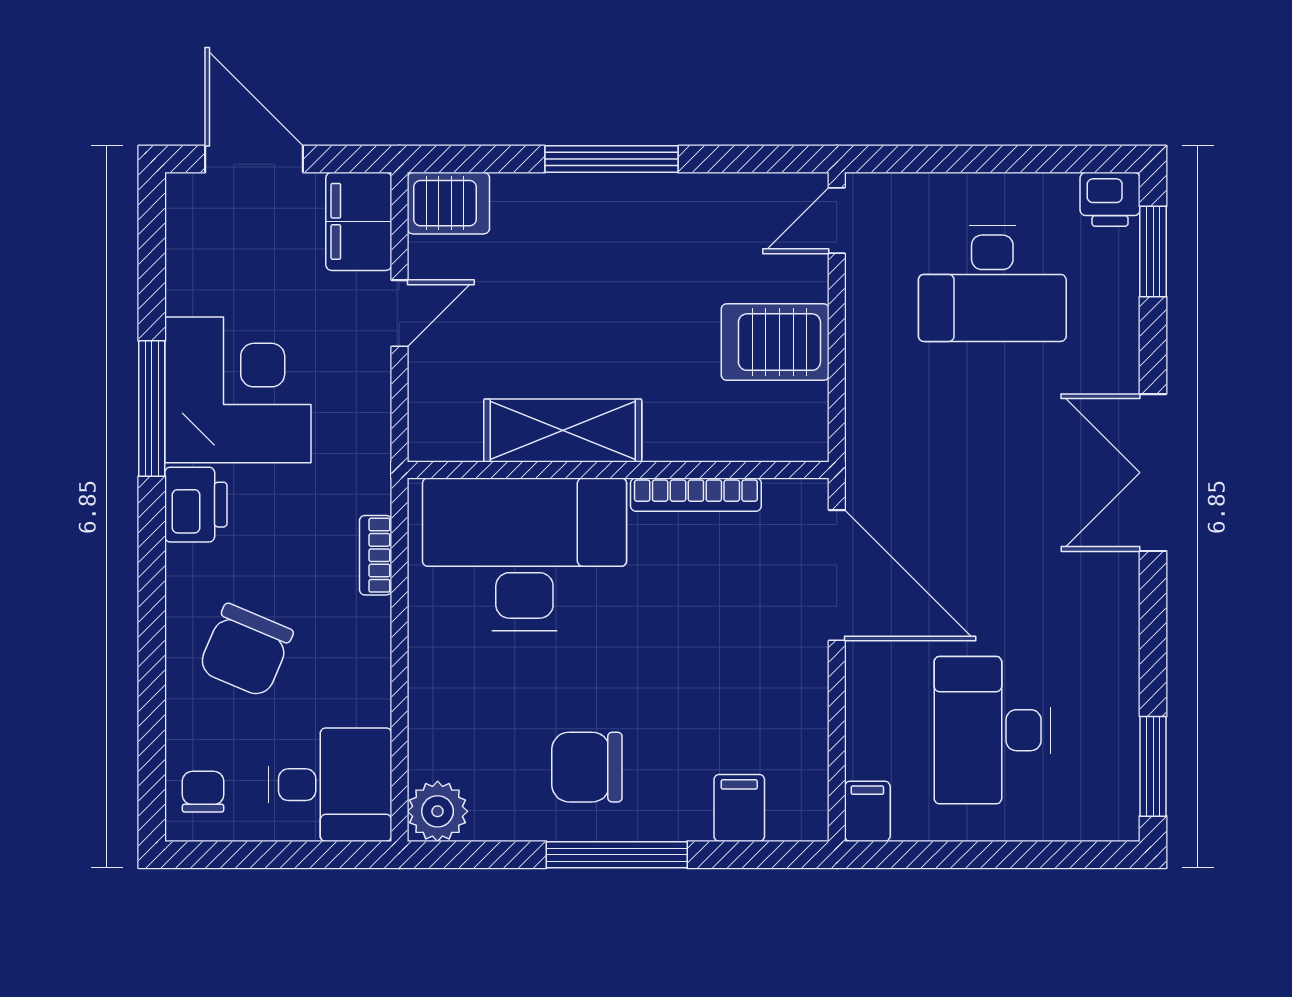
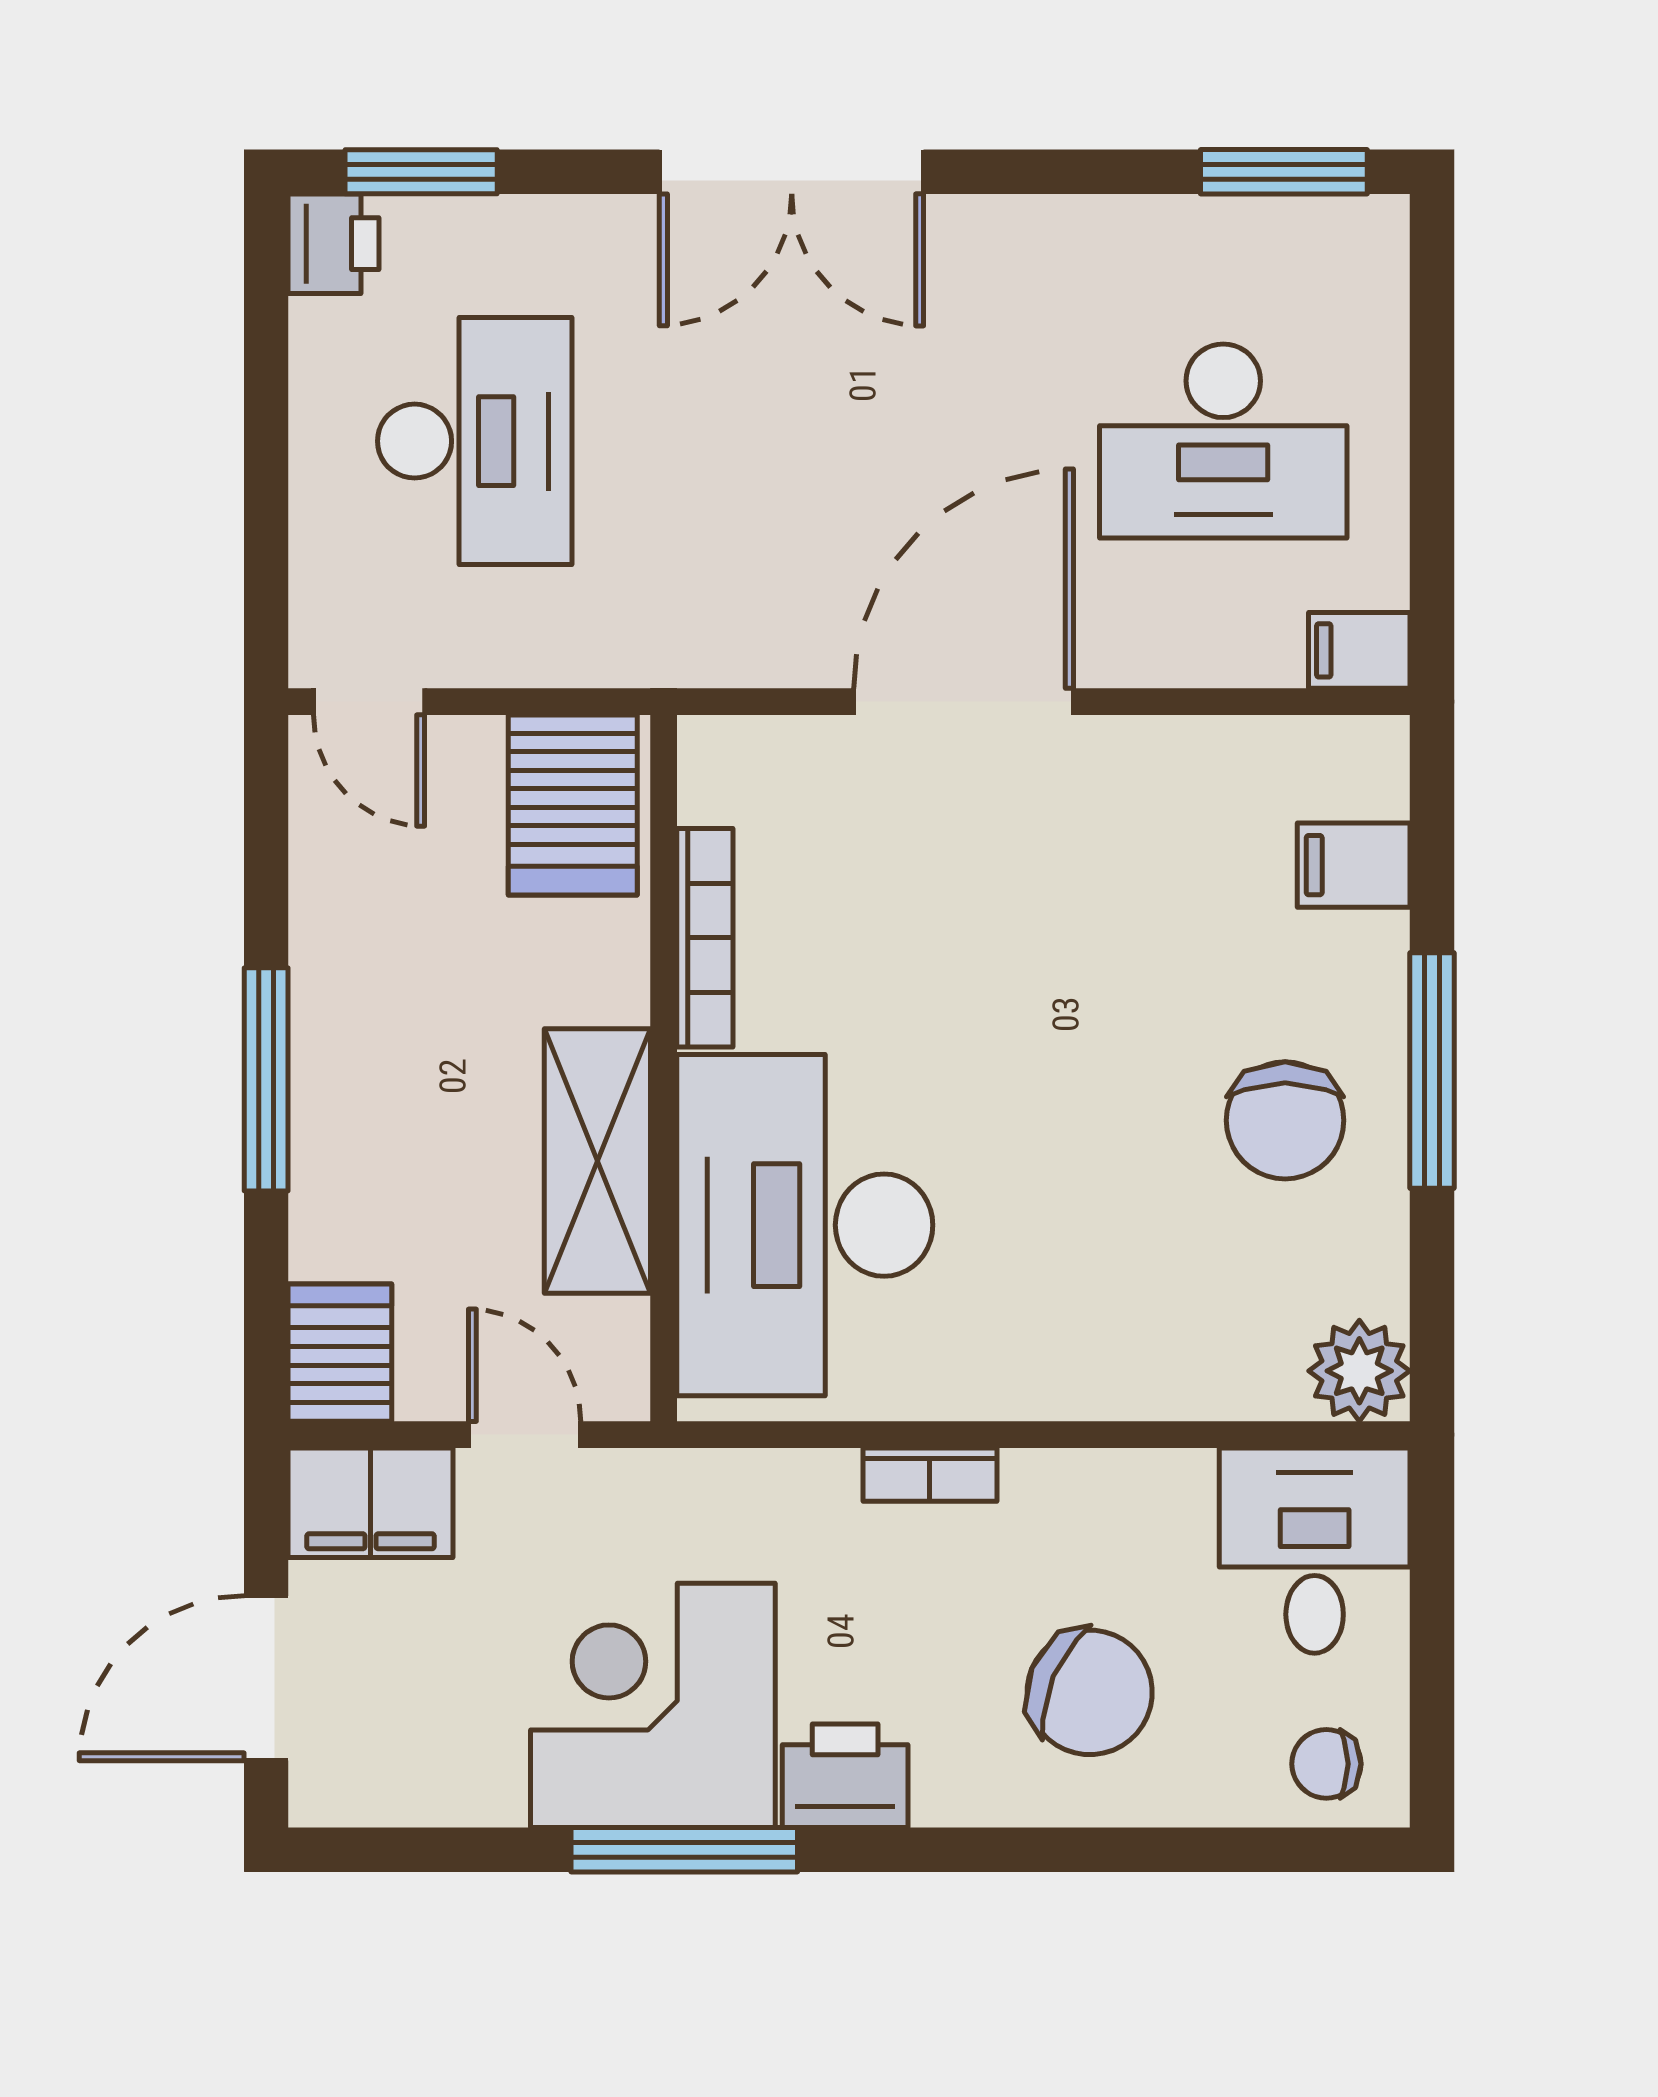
shelving: (563, 430) -> (597, 1161), moved
wall: (618, 470) -> (664, 1068), moved
bookcase: (696, 495) -> (705, 938), moved
desk: (524, 554) -> (805, 1225), moved

